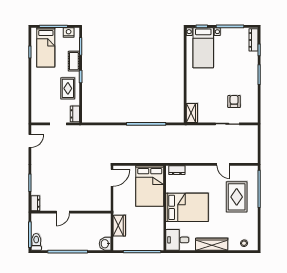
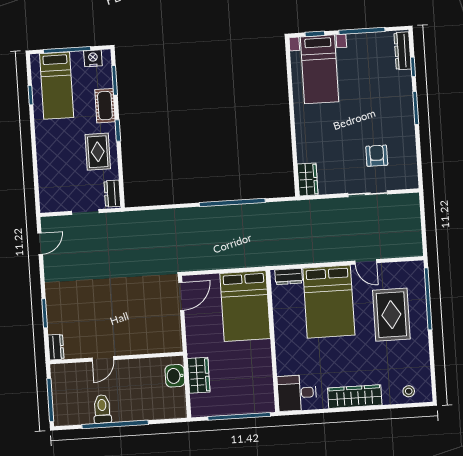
bed: (187, 207) -> (329, 302), moved, turned 90
toilet: (36, 242) -> (102, 409), moved
washbasin: (105, 244) -> (175, 376), moved

